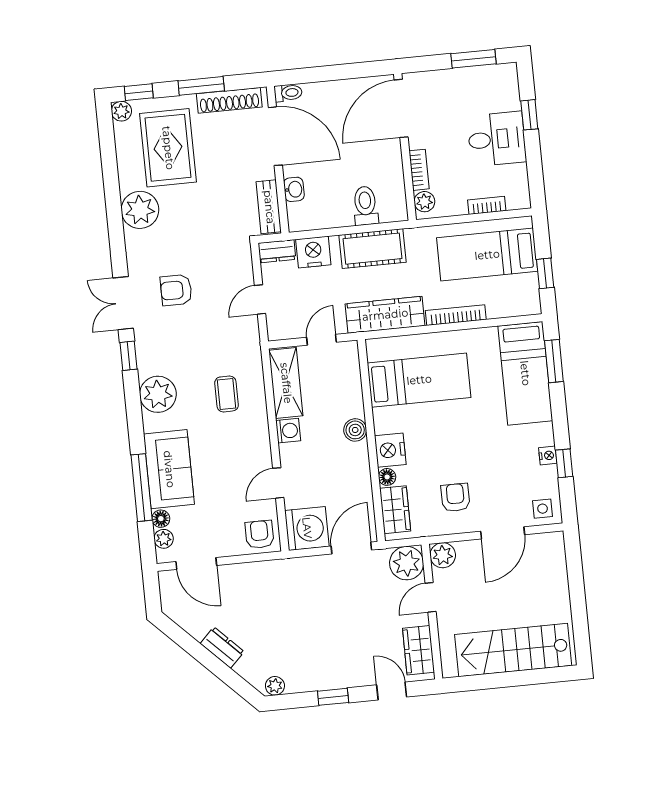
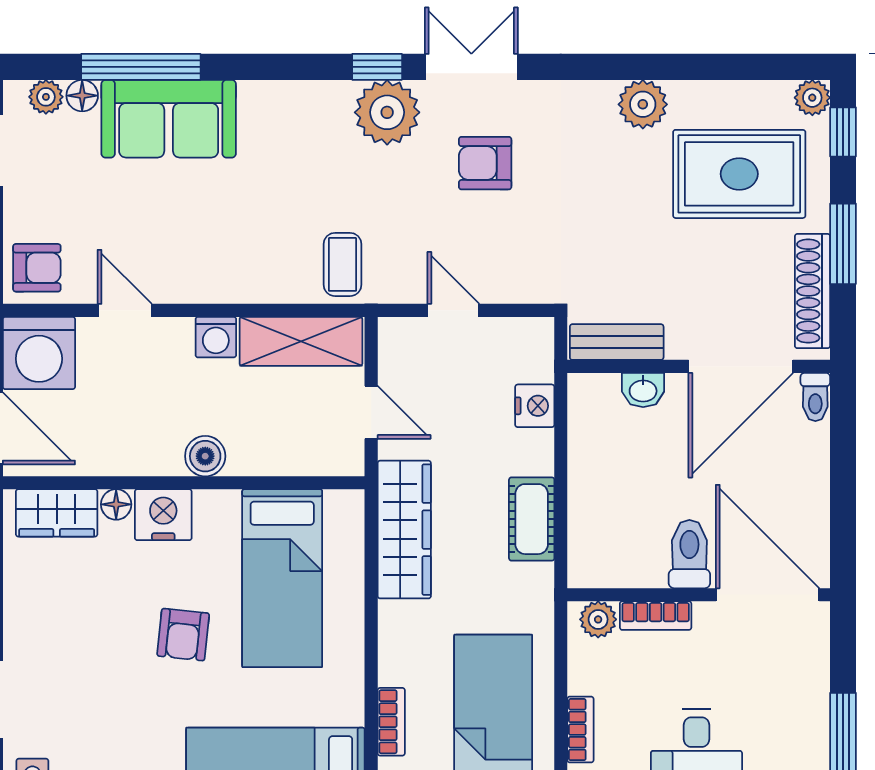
toilet: (365, 206) -> (689, 554), moved, turned -90
plant: (140, 210) -> (643, 104), width x0.73, depth x0.73
cot: (372, 249) -> (532, 519), width x0.73, depth x0.75
dresser: (277, 251) -> (536, 349), removed
nightstand: (313, 252) -> (535, 406), width x0.74, depth x0.75
armchair: (176, 290) -> (485, 163), turned -90
bookcase: (456, 315) -> (391, 722), moved, width x0.64
plant: (158, 394) -> (387, 112), moved
coffee table: (227, 394) -> (343, 264), moved, turned 90
armchair: (455, 497) -> (183, 635), moved, turned 96

